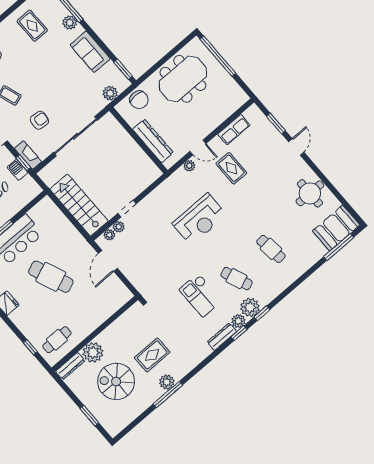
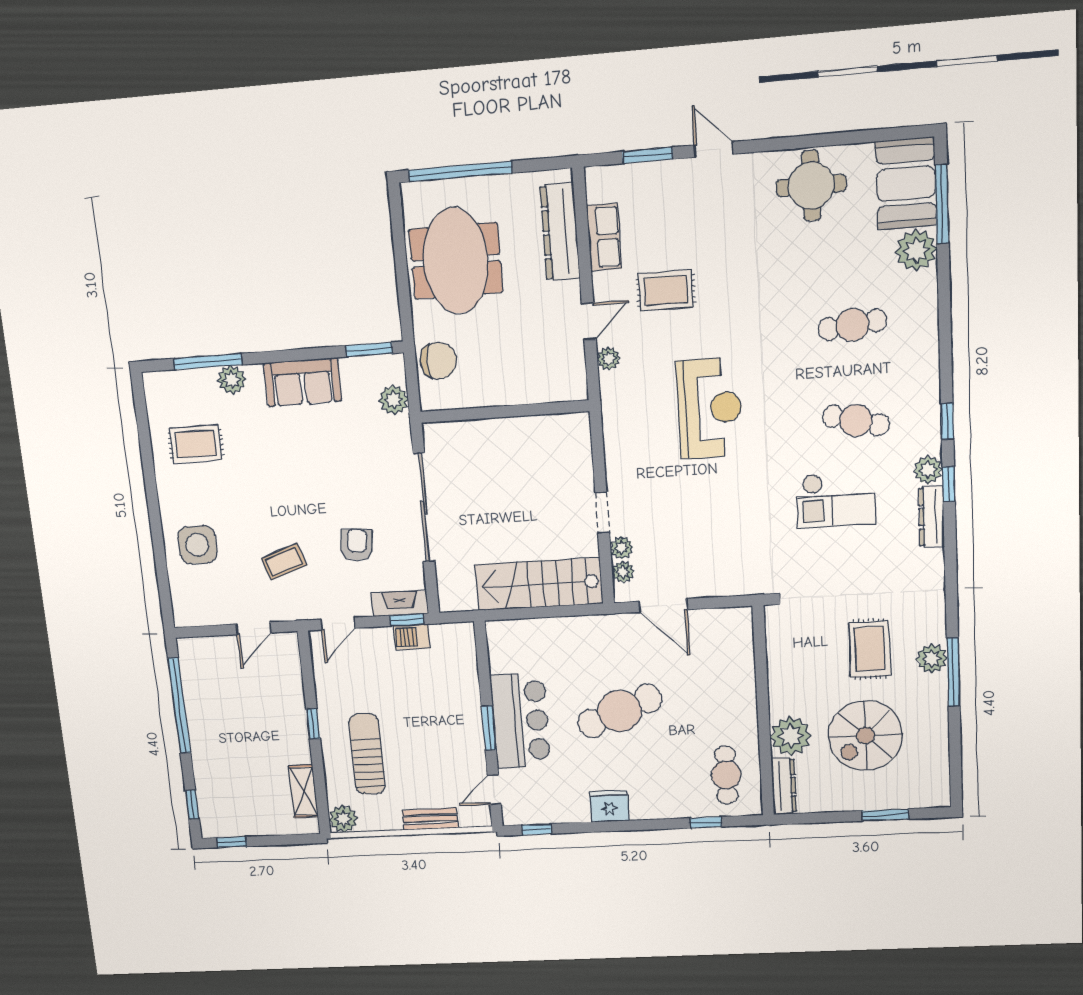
dresser: (153, 141) -> (560, 232), moved, turned -90
cafe table: (237, 279) -> (856, 420), turned 36
plant: (250, 307) -> (916, 250), moved

